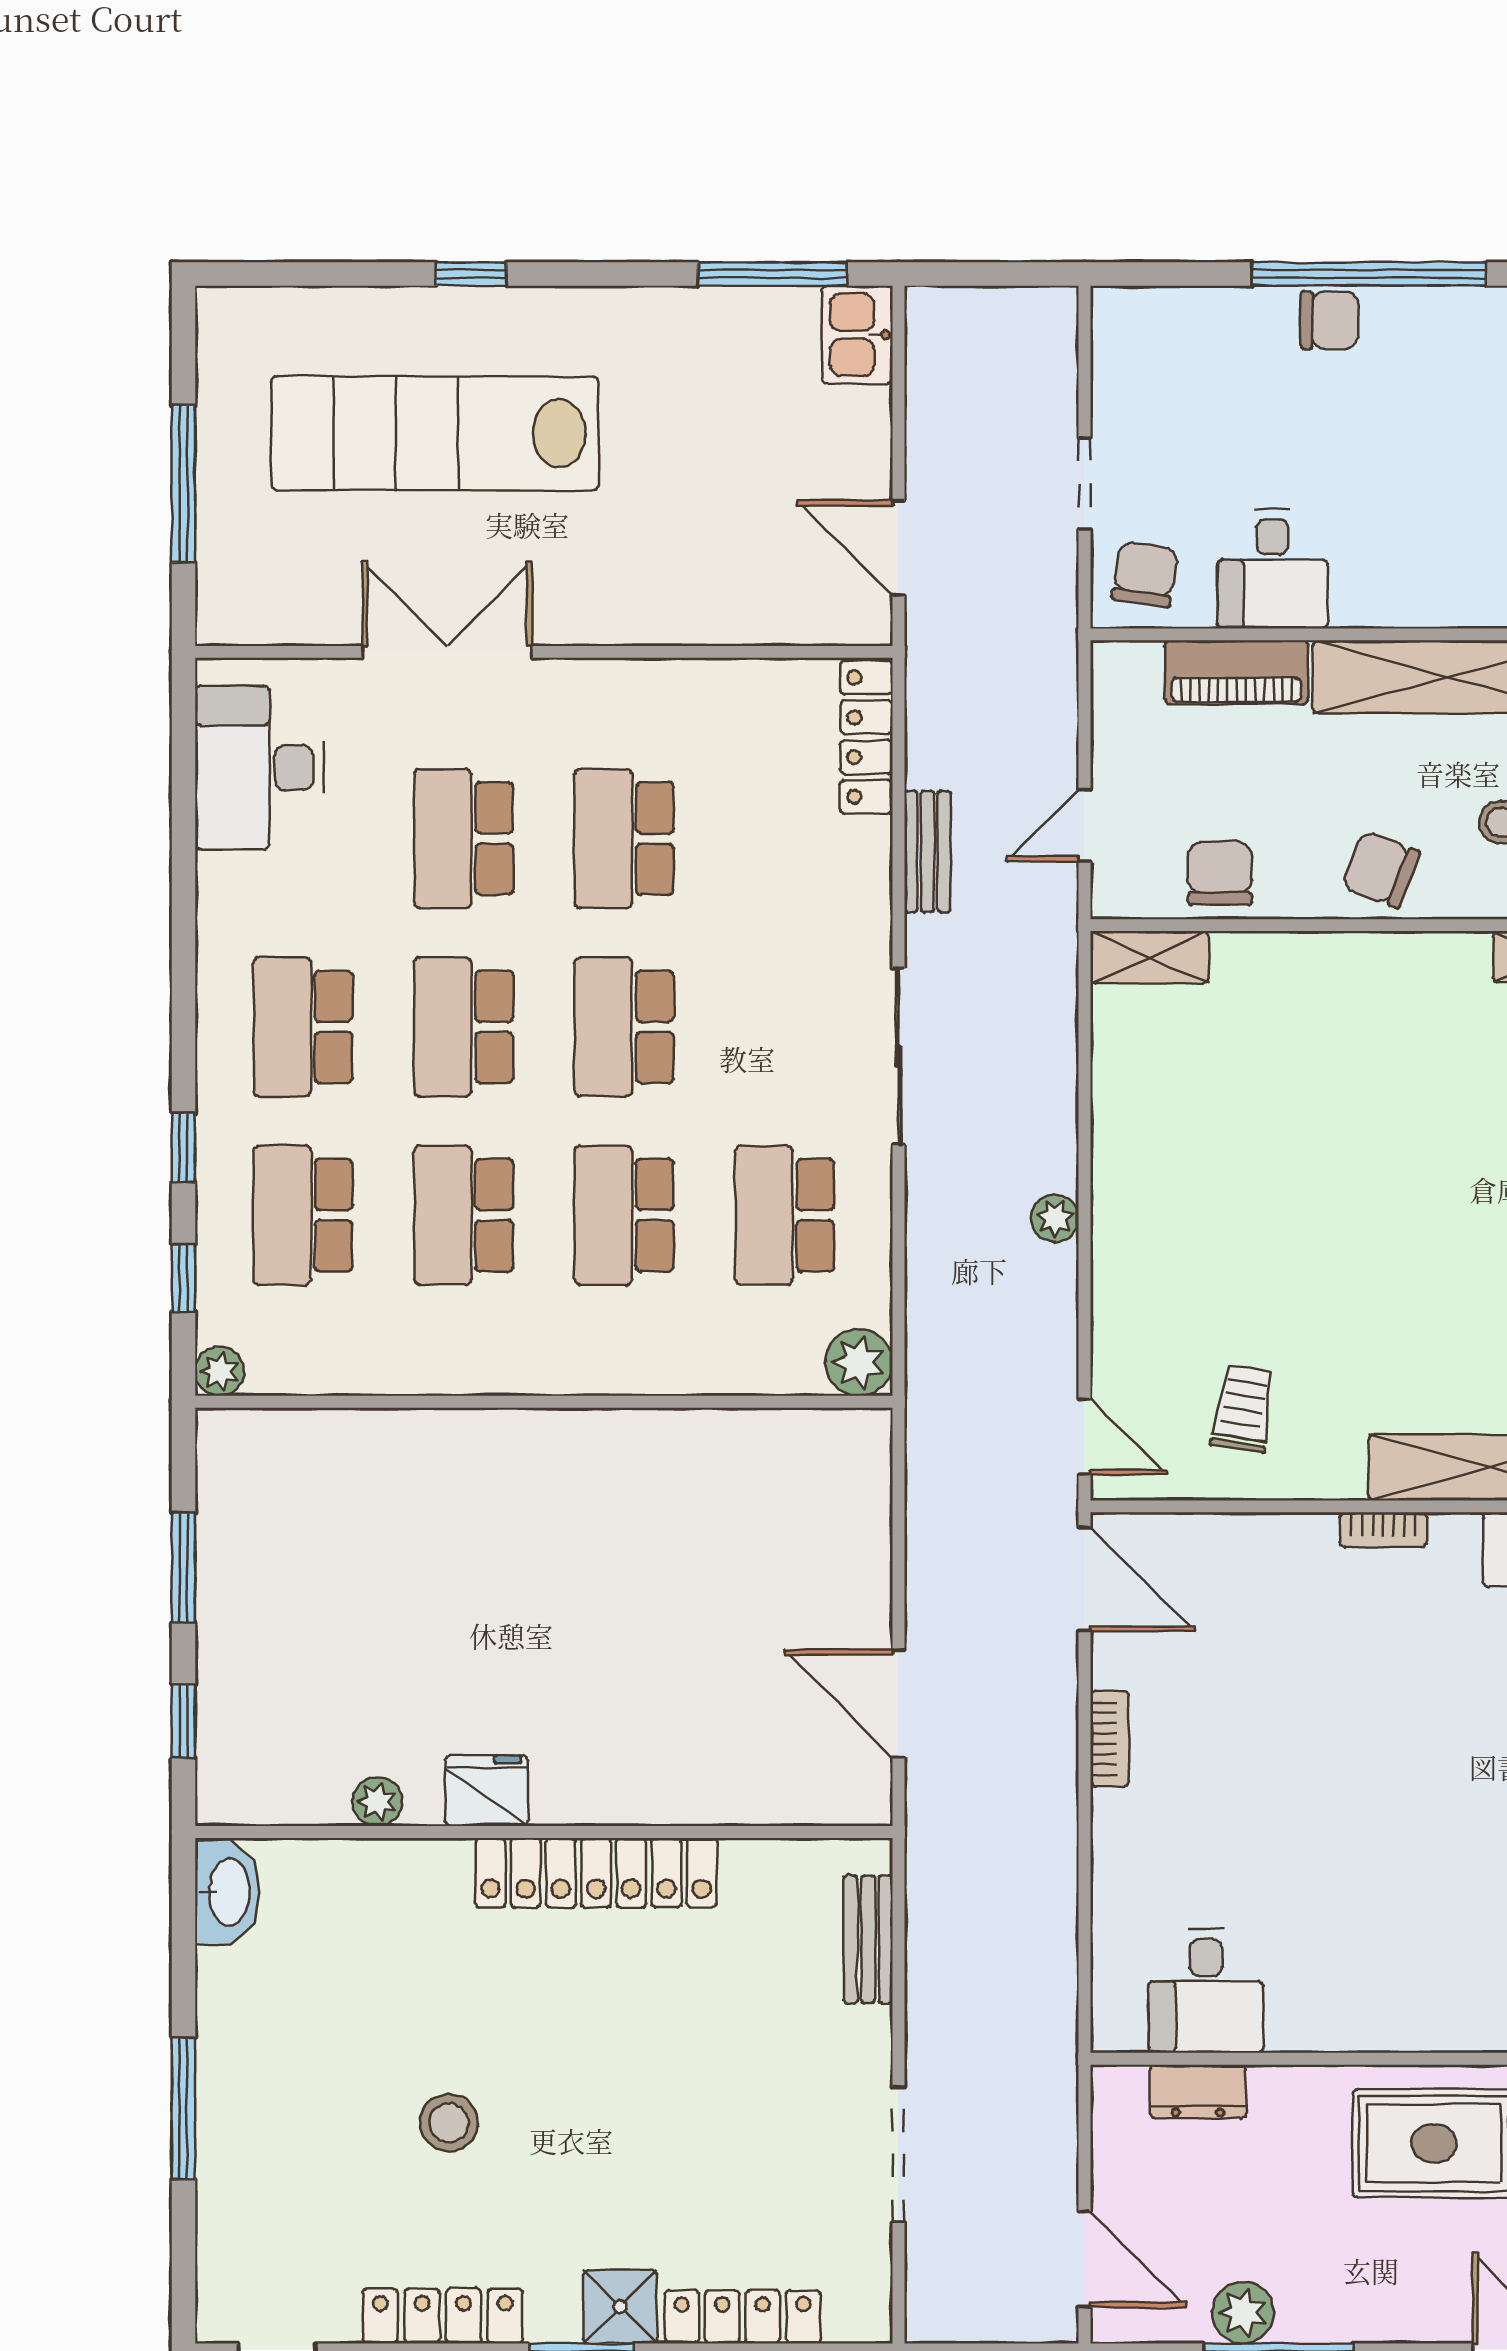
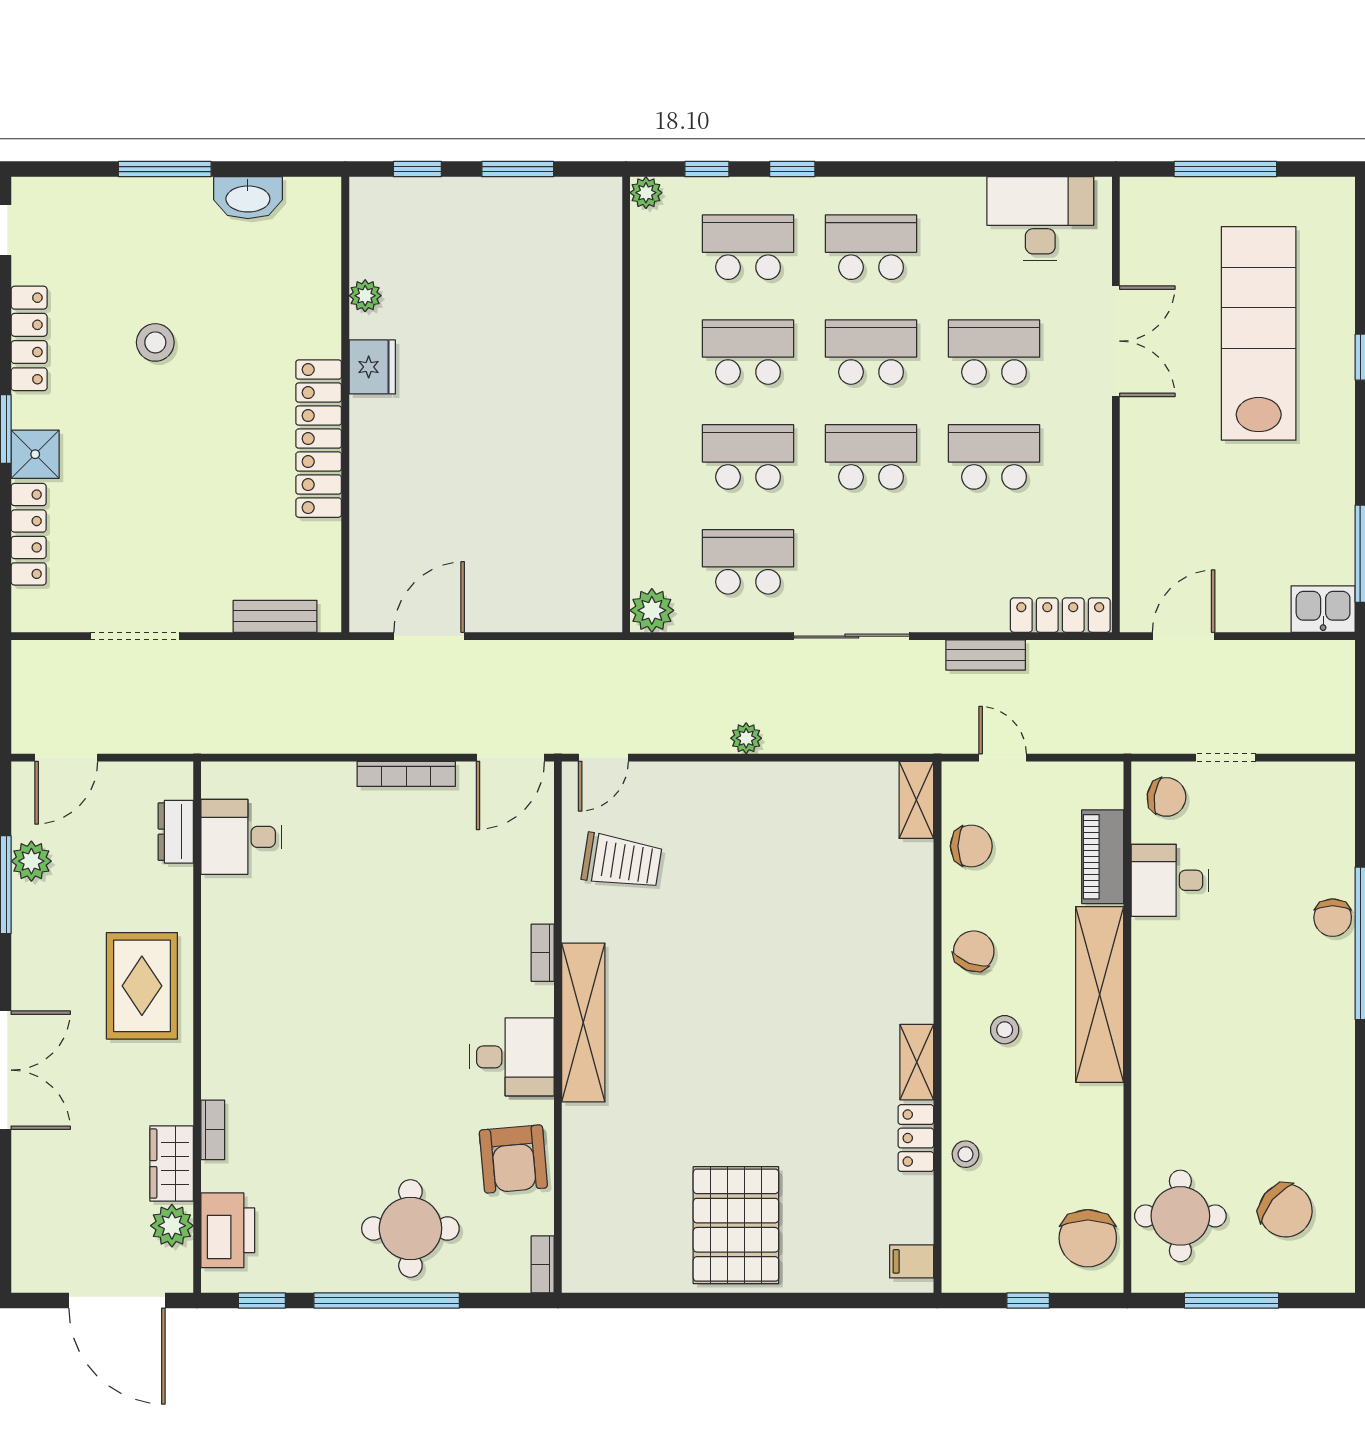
trolley: (1244, 1409) -> (622, 861), width x1.36, depth x1.39
bookcase: (1110, 1739) -> (406, 774), width x1.56
washbasin: (227, 1892) -> (248, 198), moved

